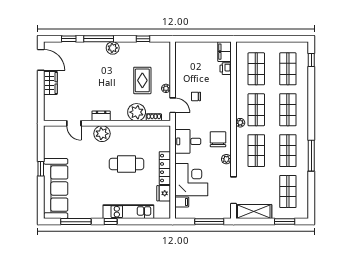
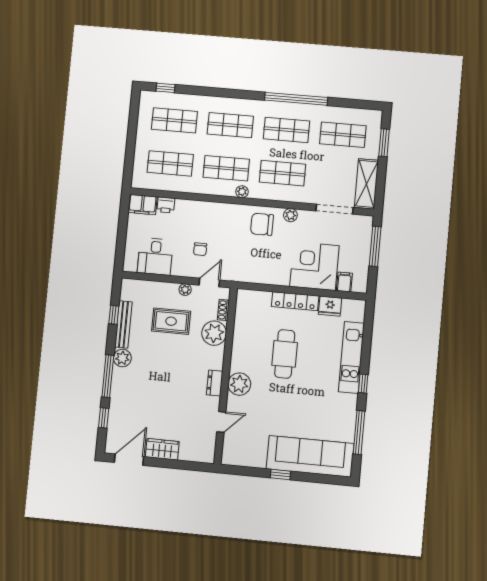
bench: (137, 46) -> (123, 324), added
desk: (188, 141) -> (155, 256), moved
window: (311, 156) -> (296, 99), width x1.46

